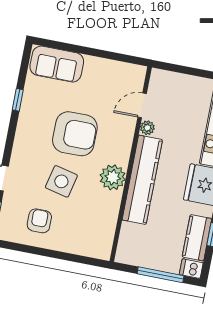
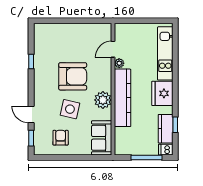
sofa: (57, 64) -> (102, 138), moved, turned 90

